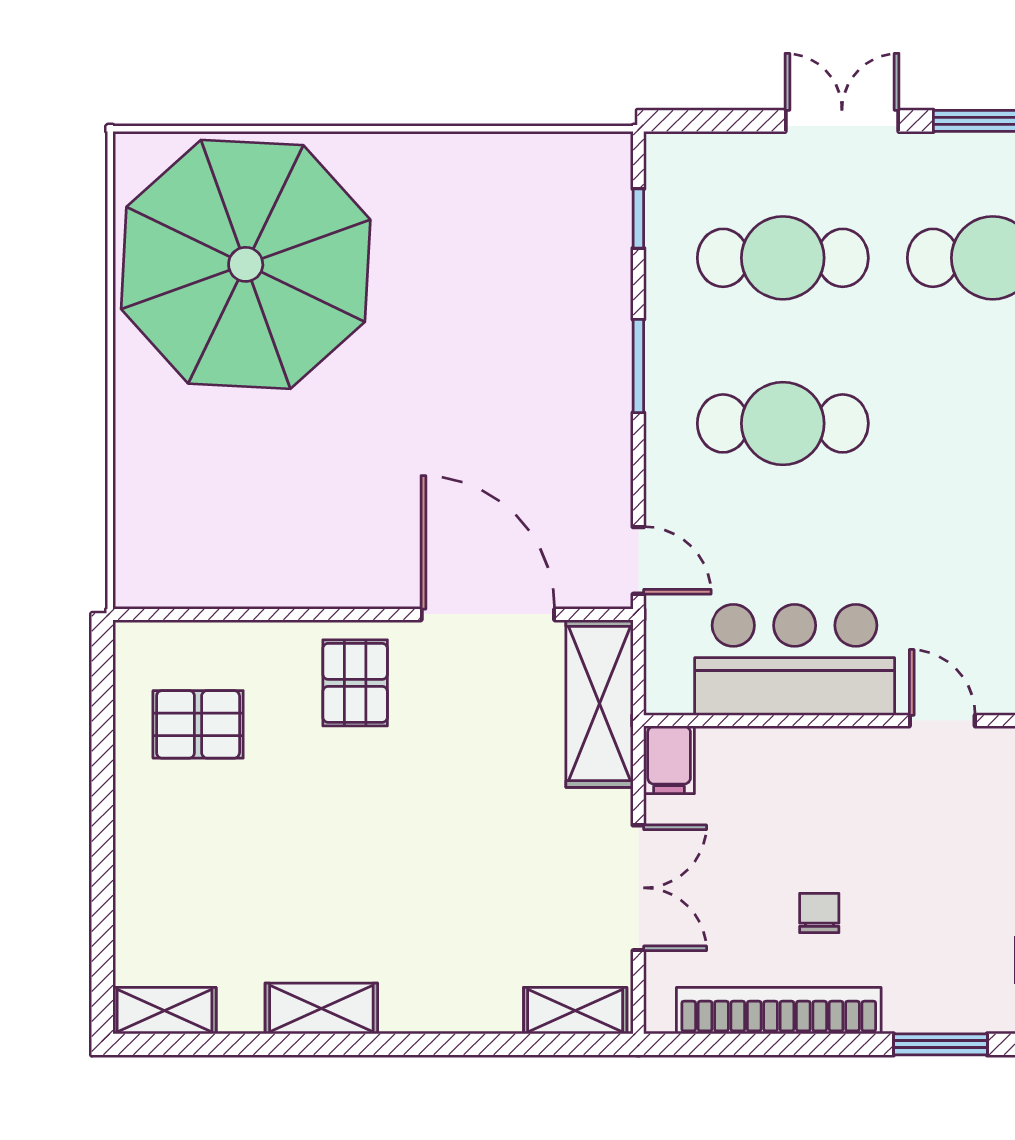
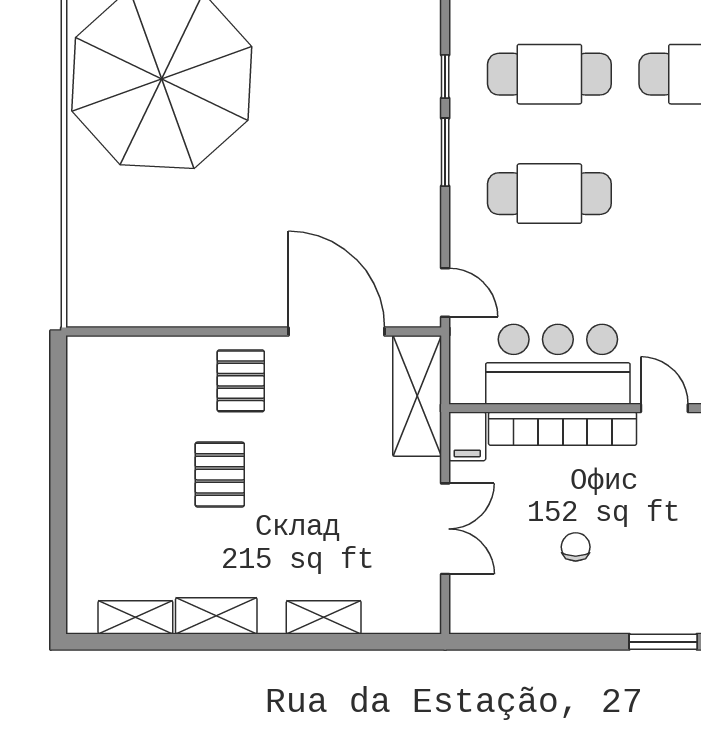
window: (638, 219) -> (445, 76), moved
pallet: (198, 724) -> (220, 475), moved, turned 90
shelving: (164, 1011) -> (135, 617), moved
shelving: (575, 1011) -> (324, 617), moved
bookcase: (779, 1011) -> (563, 429), moved, turned 180

